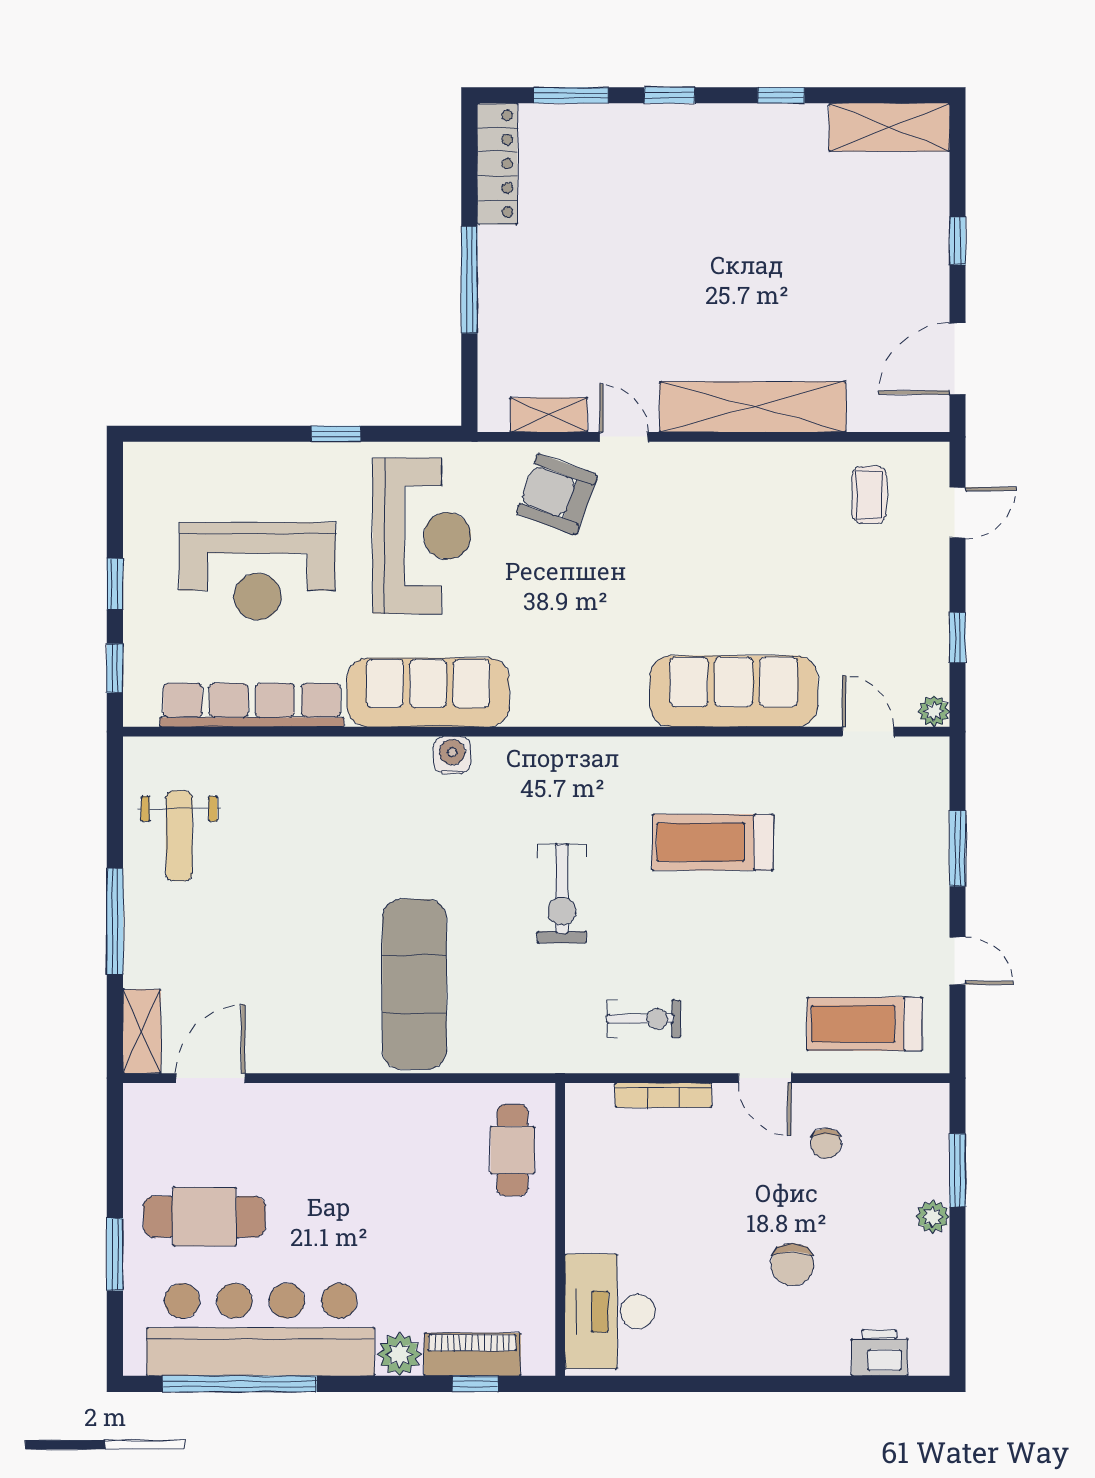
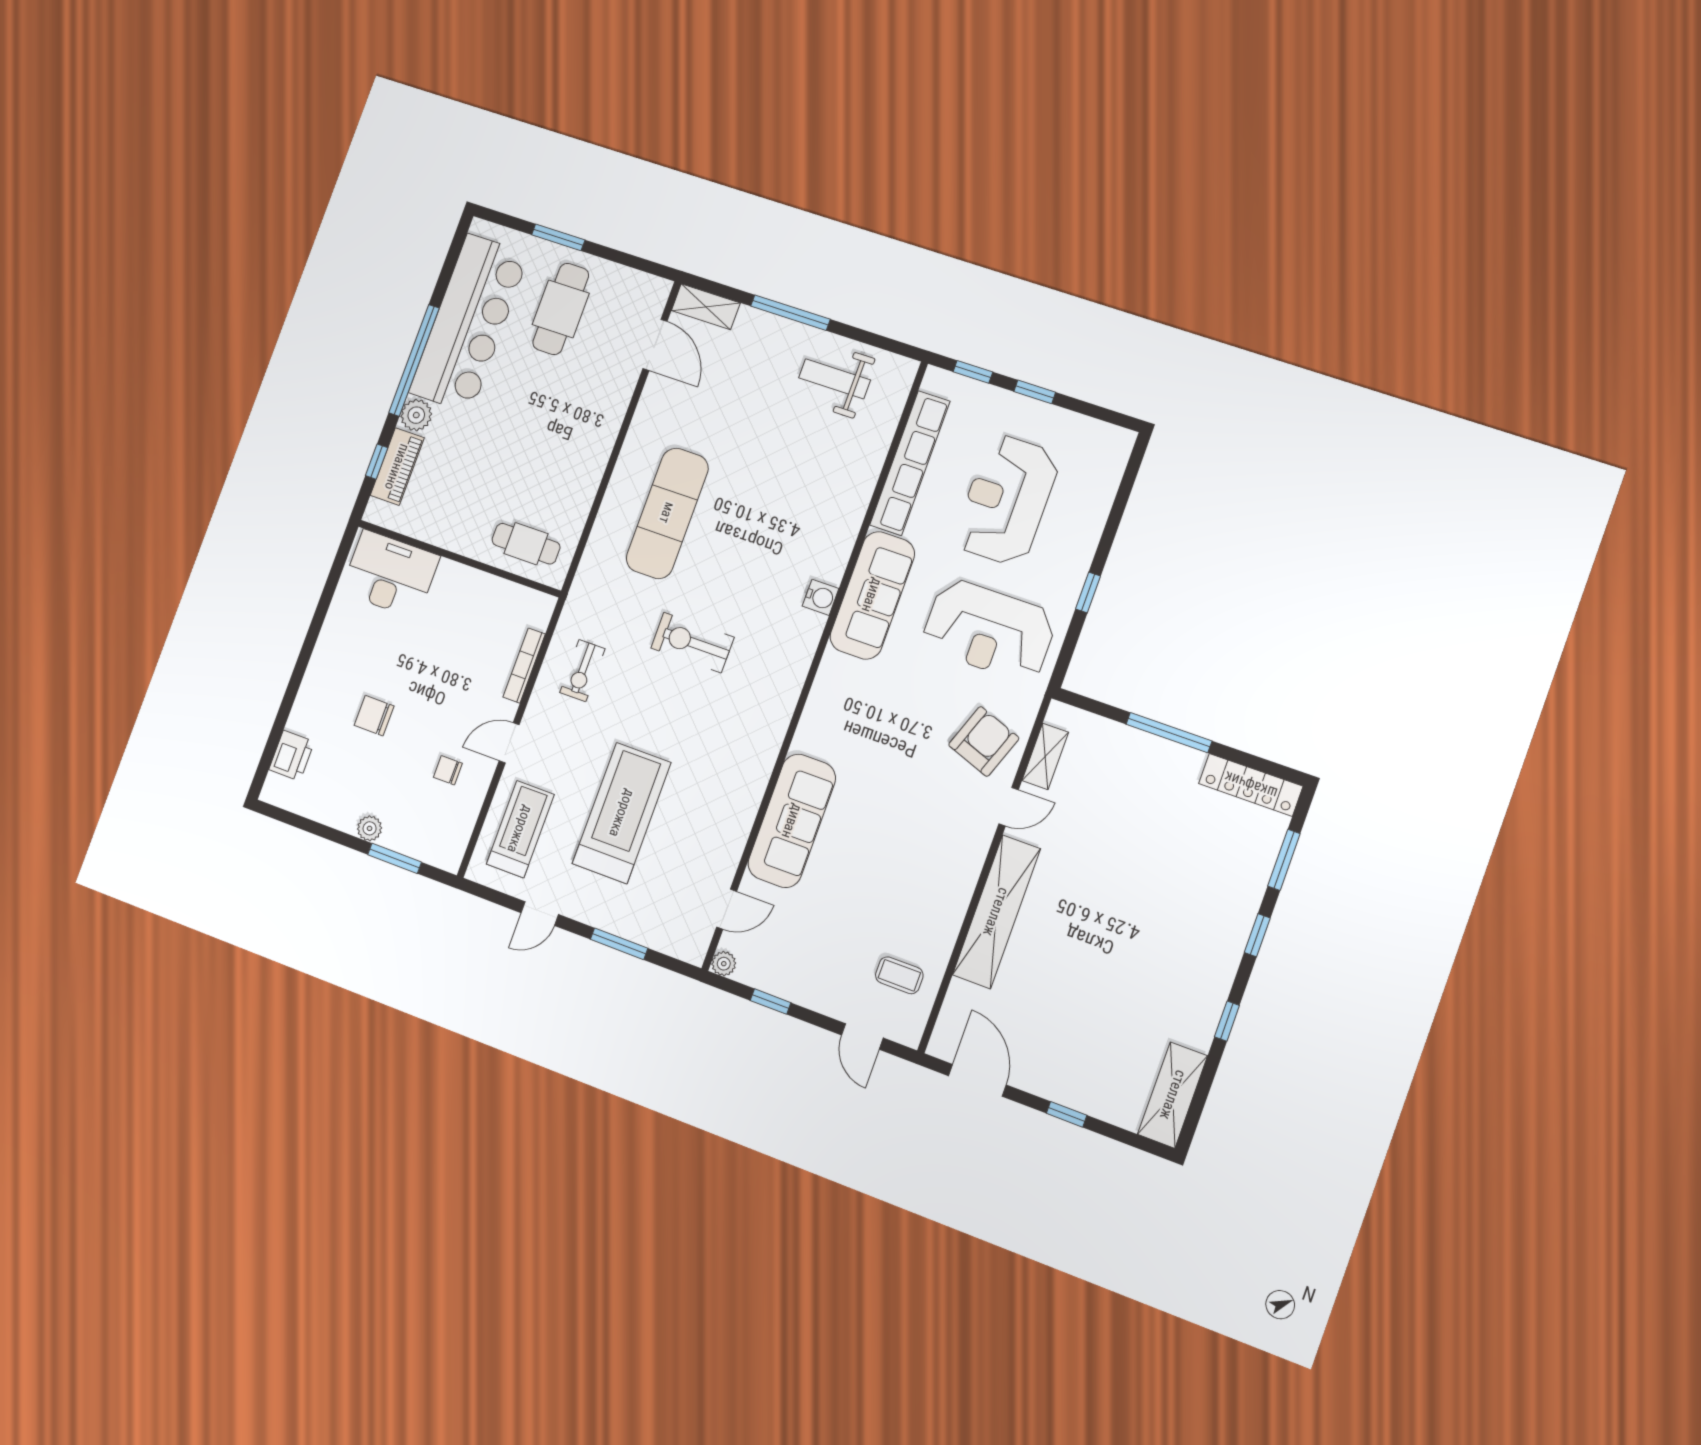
treadmill: (713, 842) -> (622, 813), moved, width x1.37, depth x1.38
exercise mat: (414, 984) -> (667, 513), turned 90
window: (240, 1384) -> (414, 360), moved

